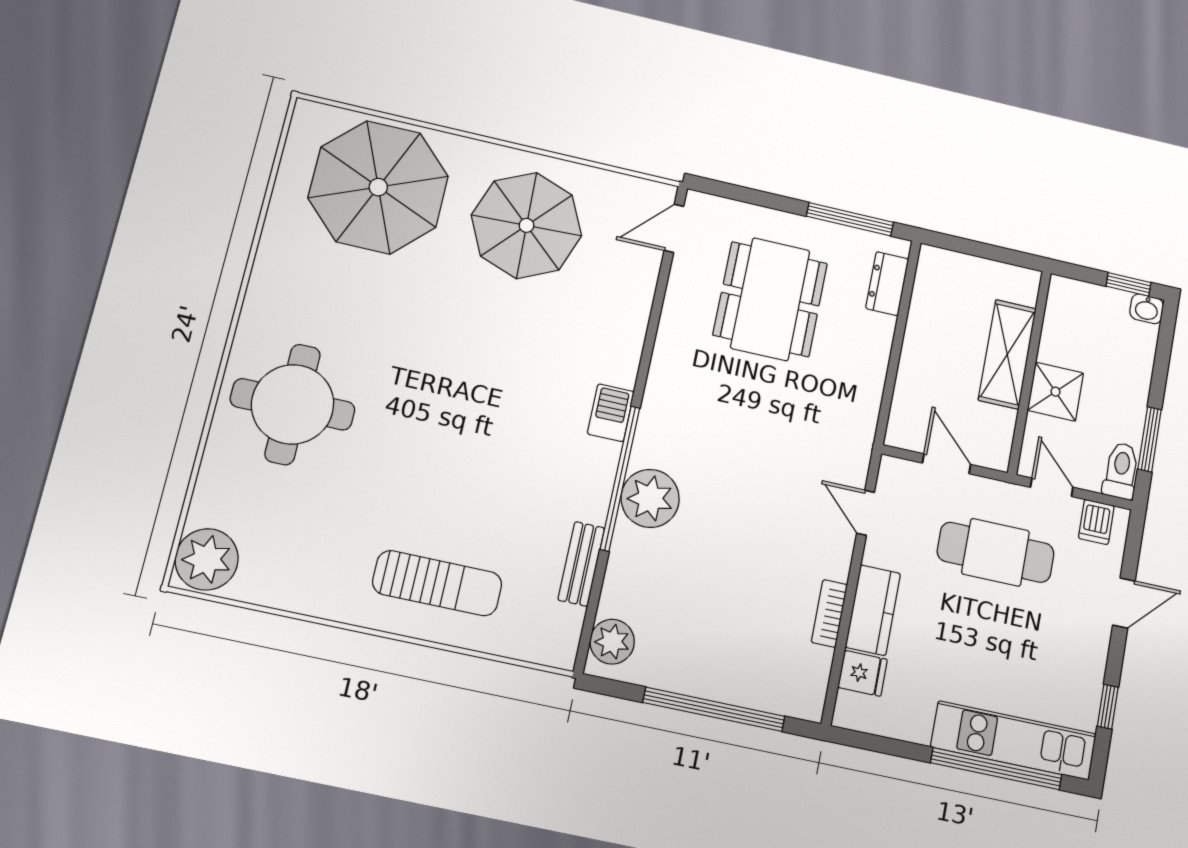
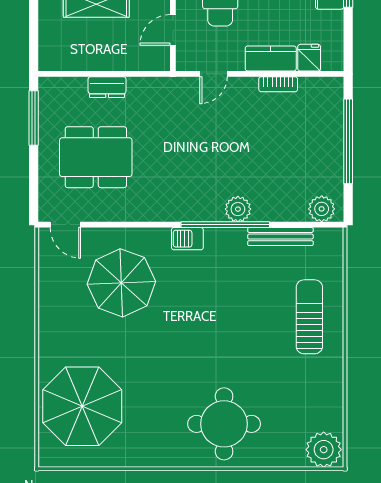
parasol: (527, 225) -> (121, 283), moved
dresser: (887, 284) -> (107, 87), moved
plant: (650, 498) -> (238, 209), width x0.73, depth x0.73
bench: (581, 564) -> (280, 237), width x1.36

